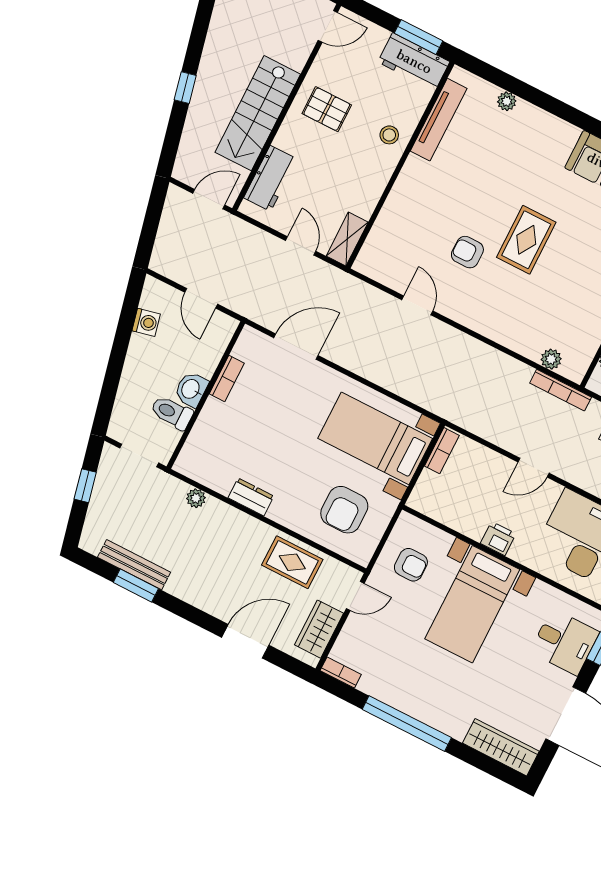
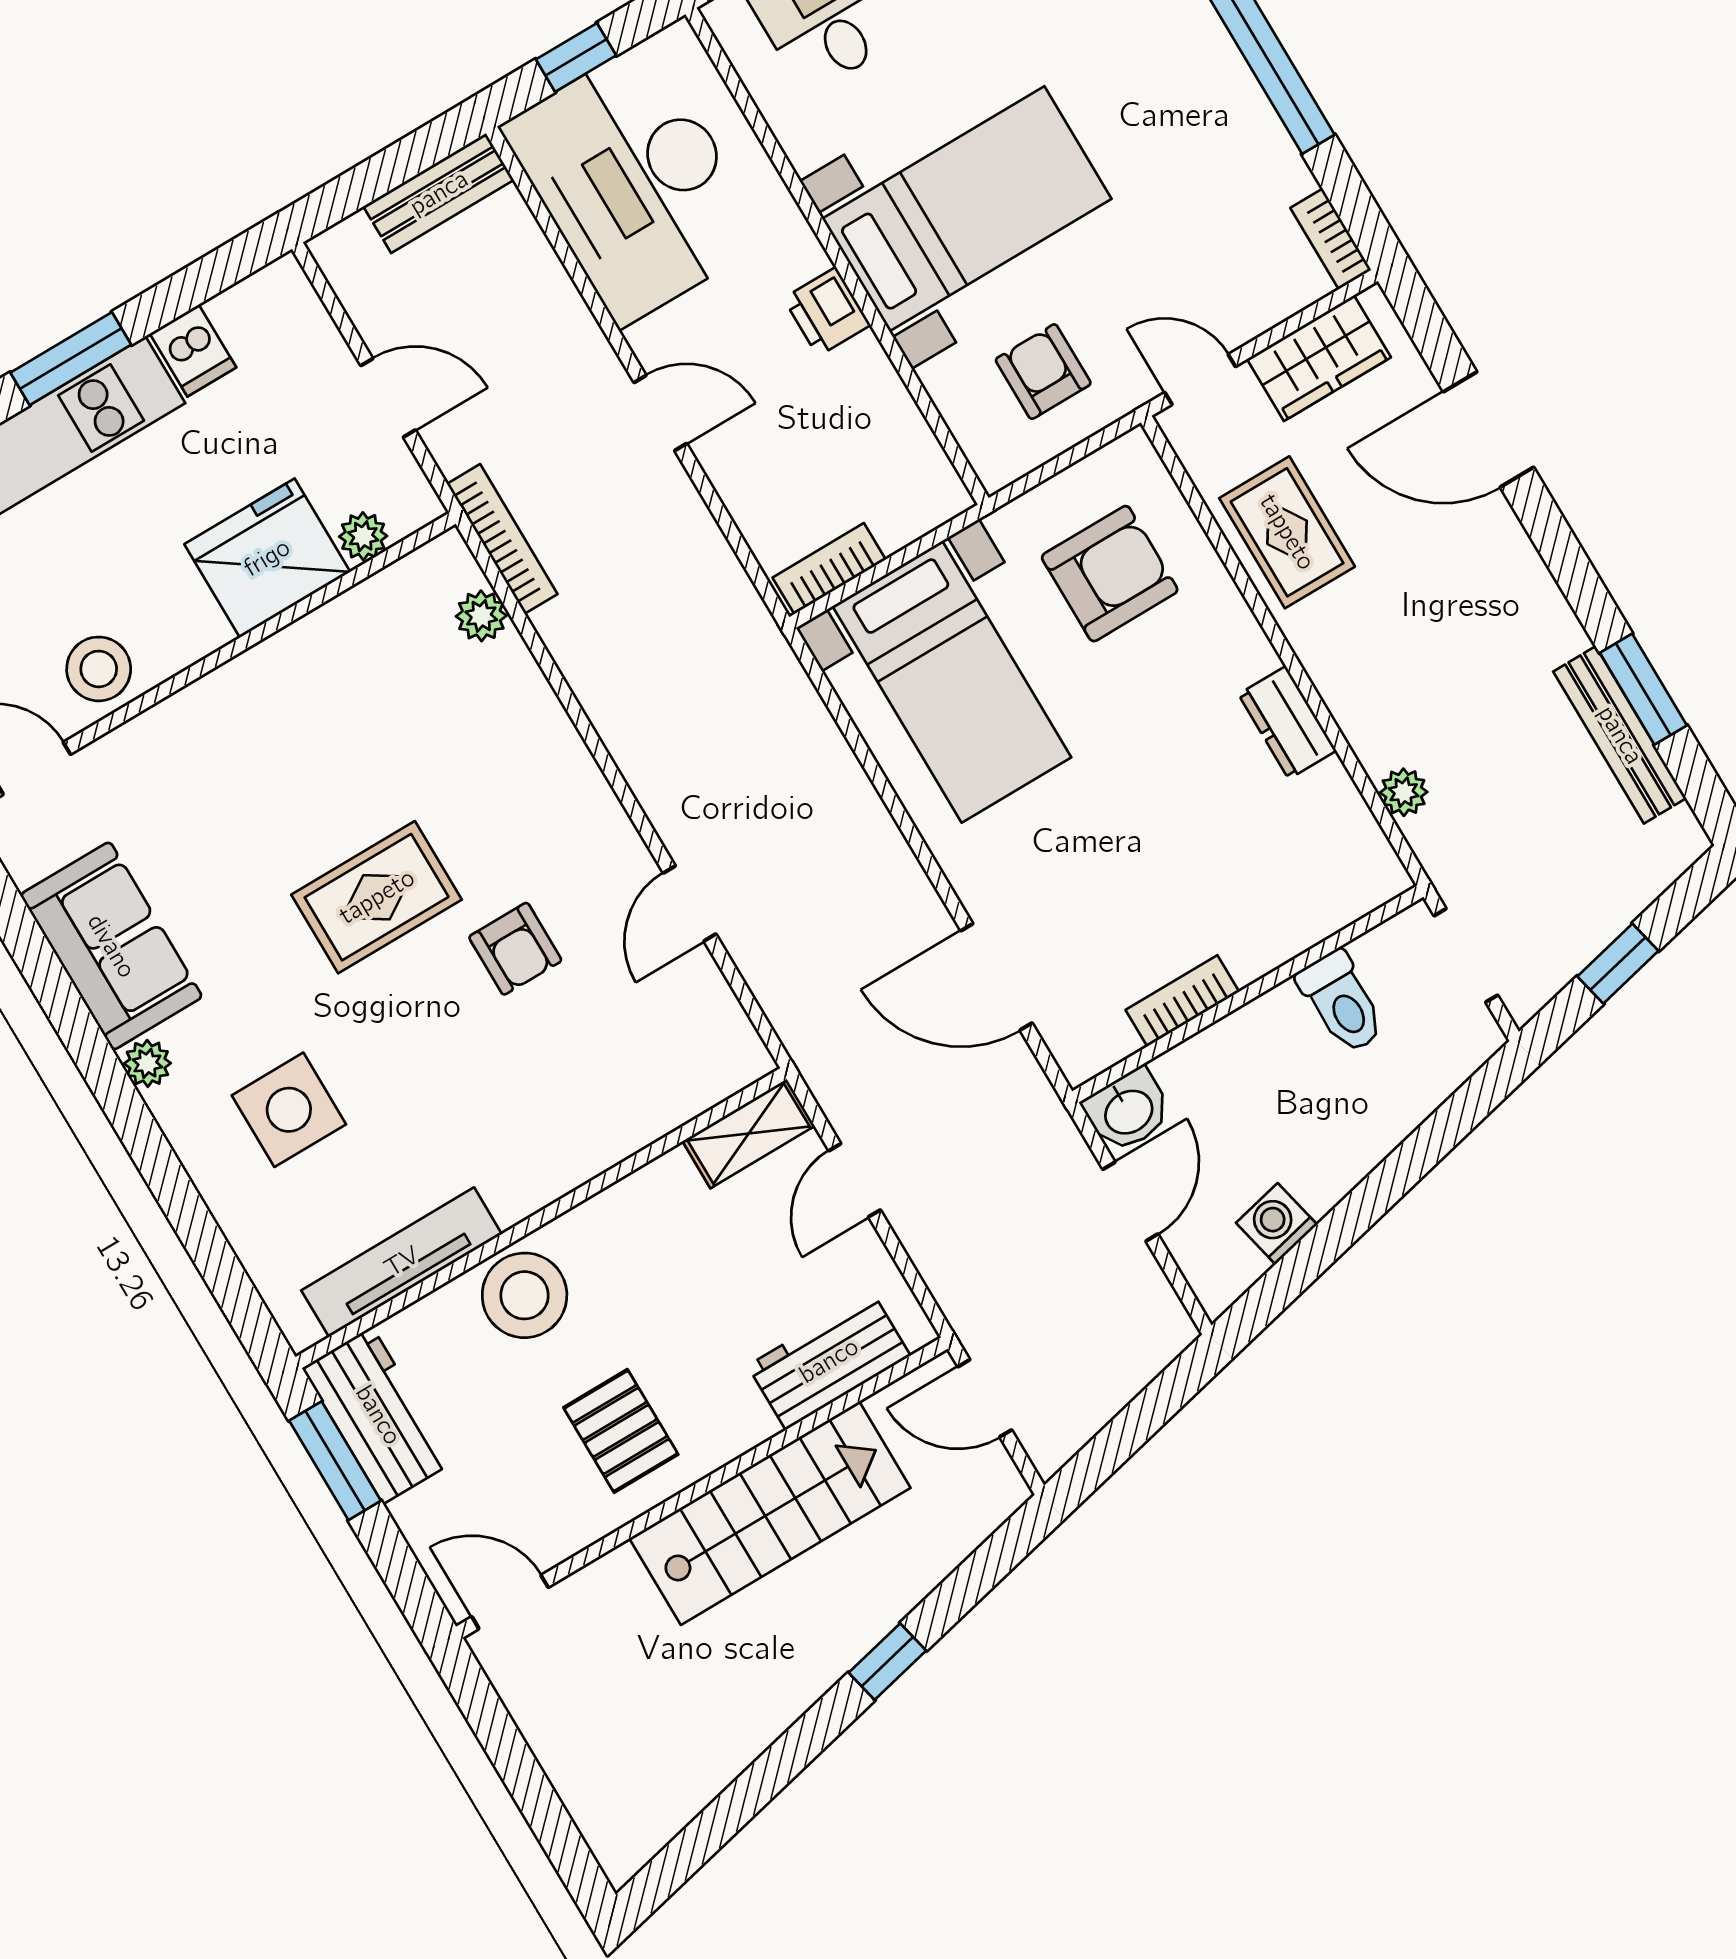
plant: (507, 101) -> (147, 1063), moved
stool: (389, 135) -> (525, 1295), width x1.89, depth x1.89
side table: (510, 148) -> (289, 1110), added
washbasin: (191, 389) -> (1128, 1111), moved

